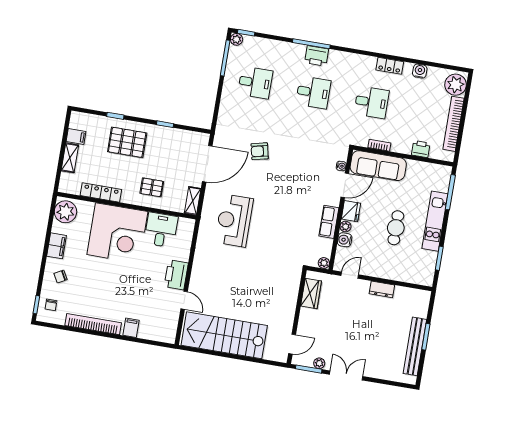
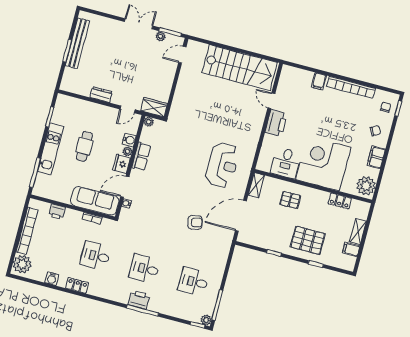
locker: (101, 192) -> (340, 201), width x0.66
wardrobe: (311, 294) -> (154, 107), moved, turned 90
double door: (346, 375) -> (139, 24), swing flipped

